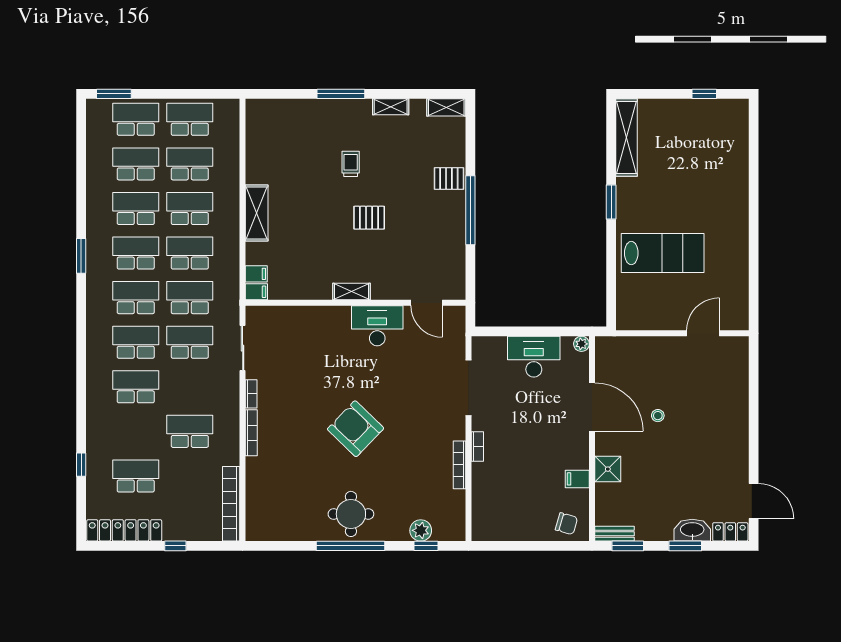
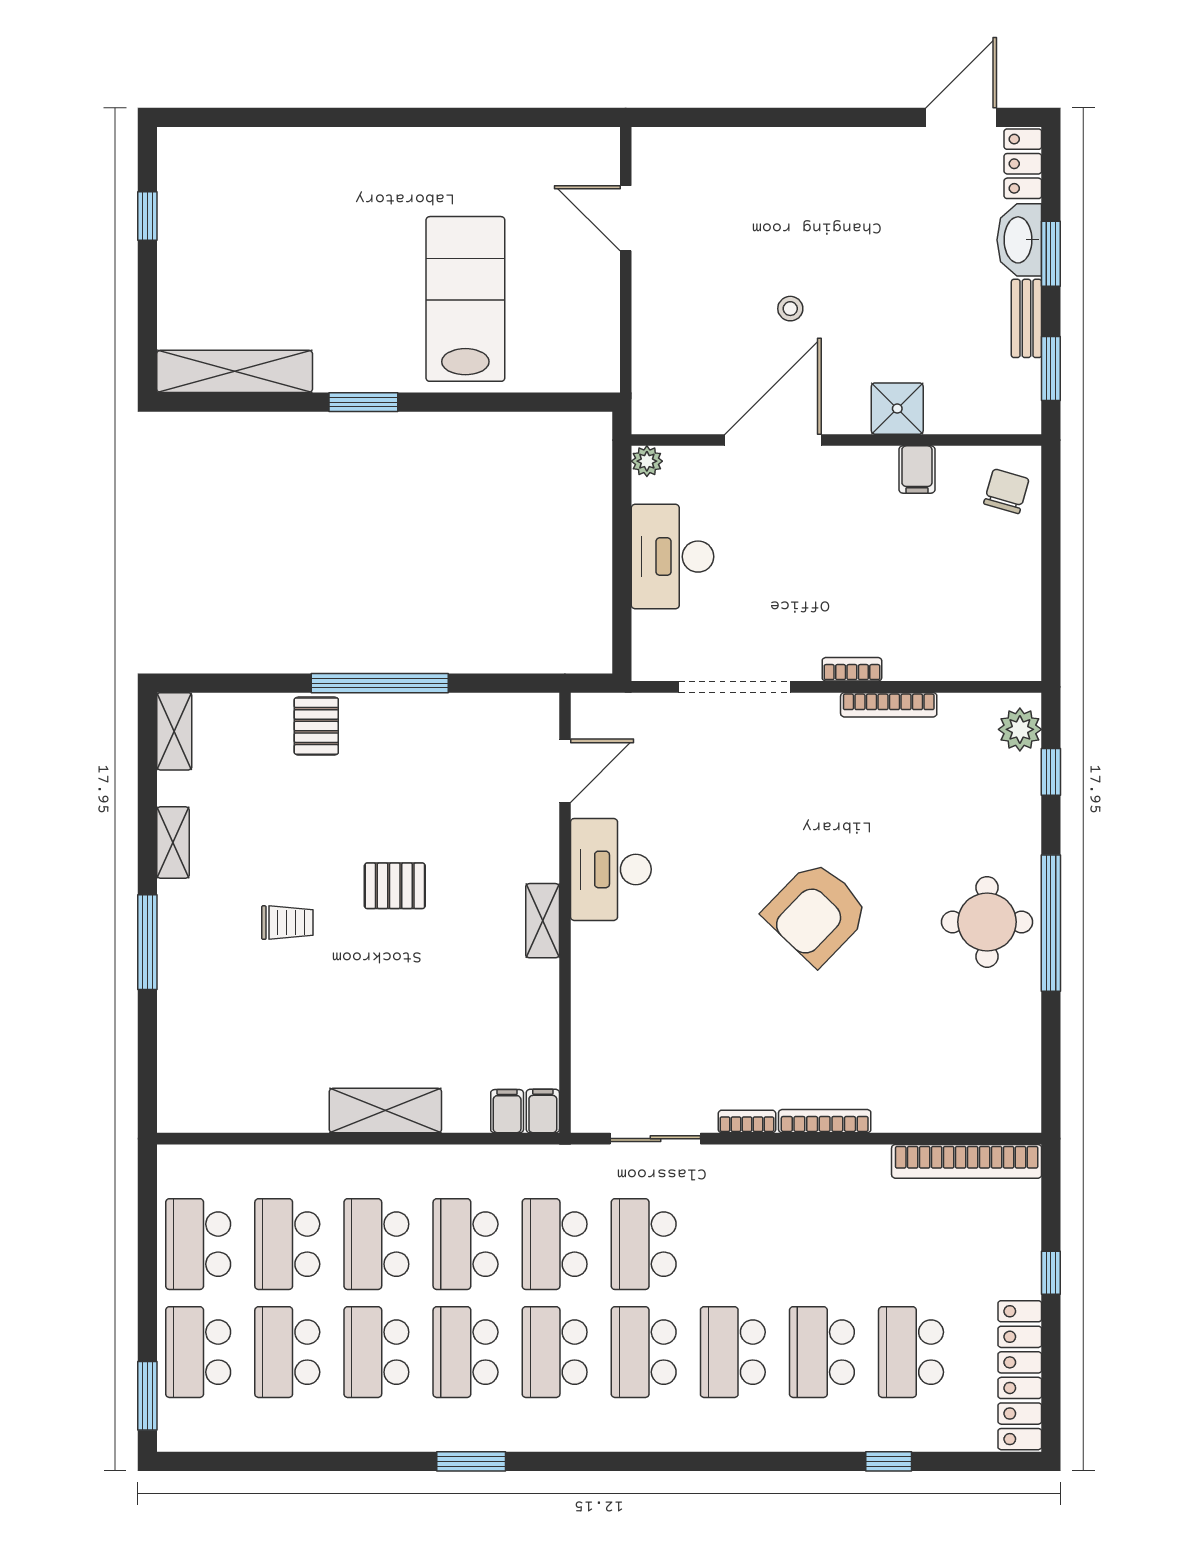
trolley: (351, 164) -> (287, 923), turned 180
pallet: (369, 218) -> (395, 886), turned 90
school desk: (190, 431) -> (822, 1352), moved
plant: (421, 530) -> (1020, 729), moved
bench: (615, 534) -> (1026, 318), moved

